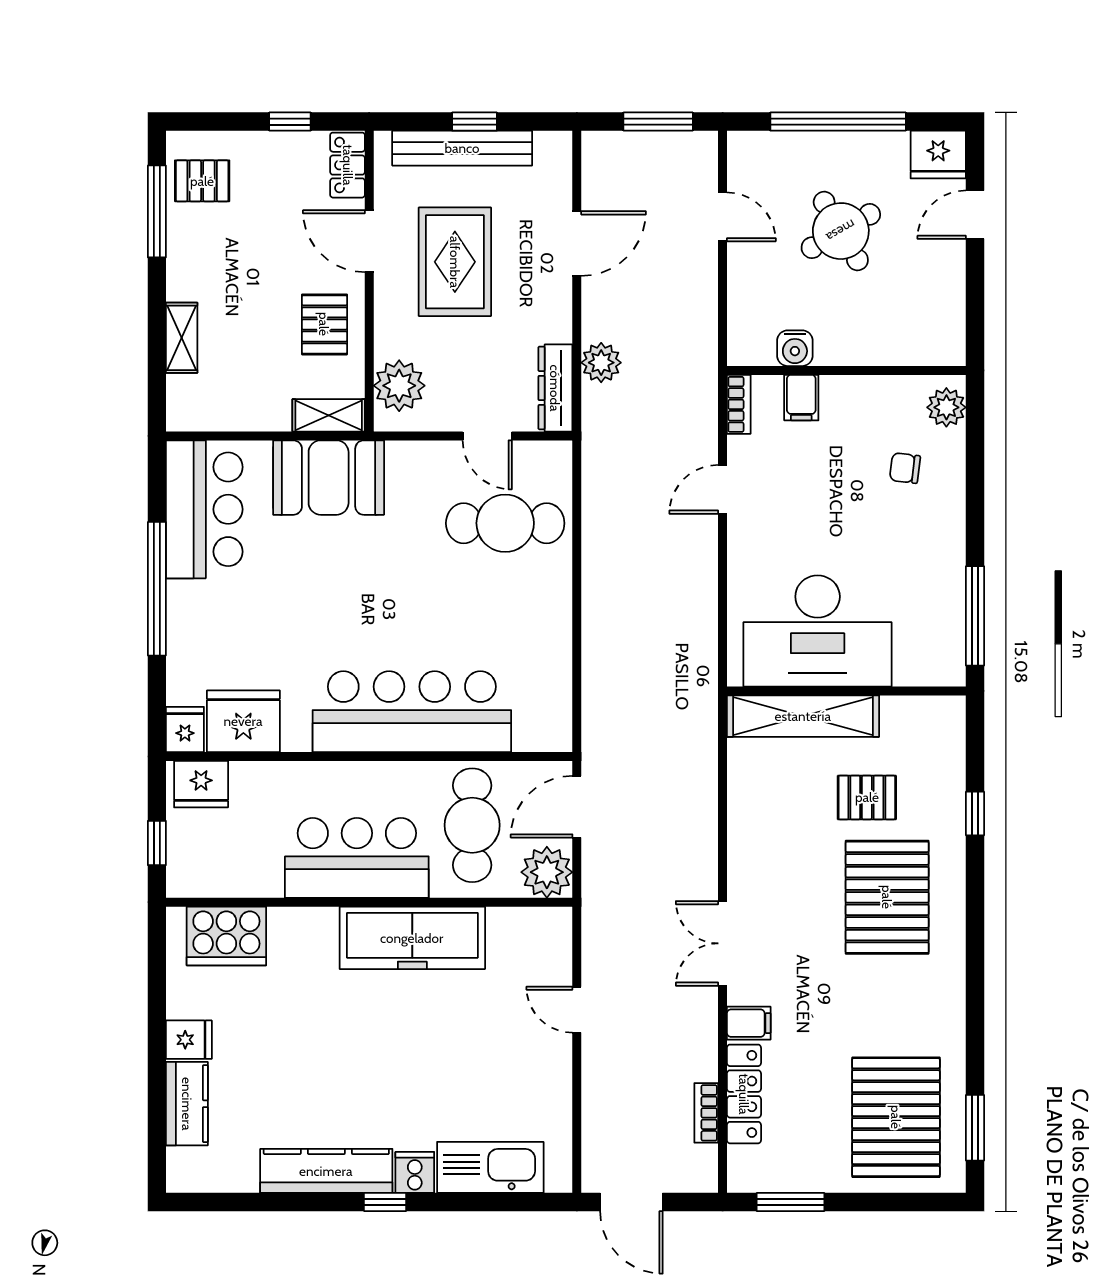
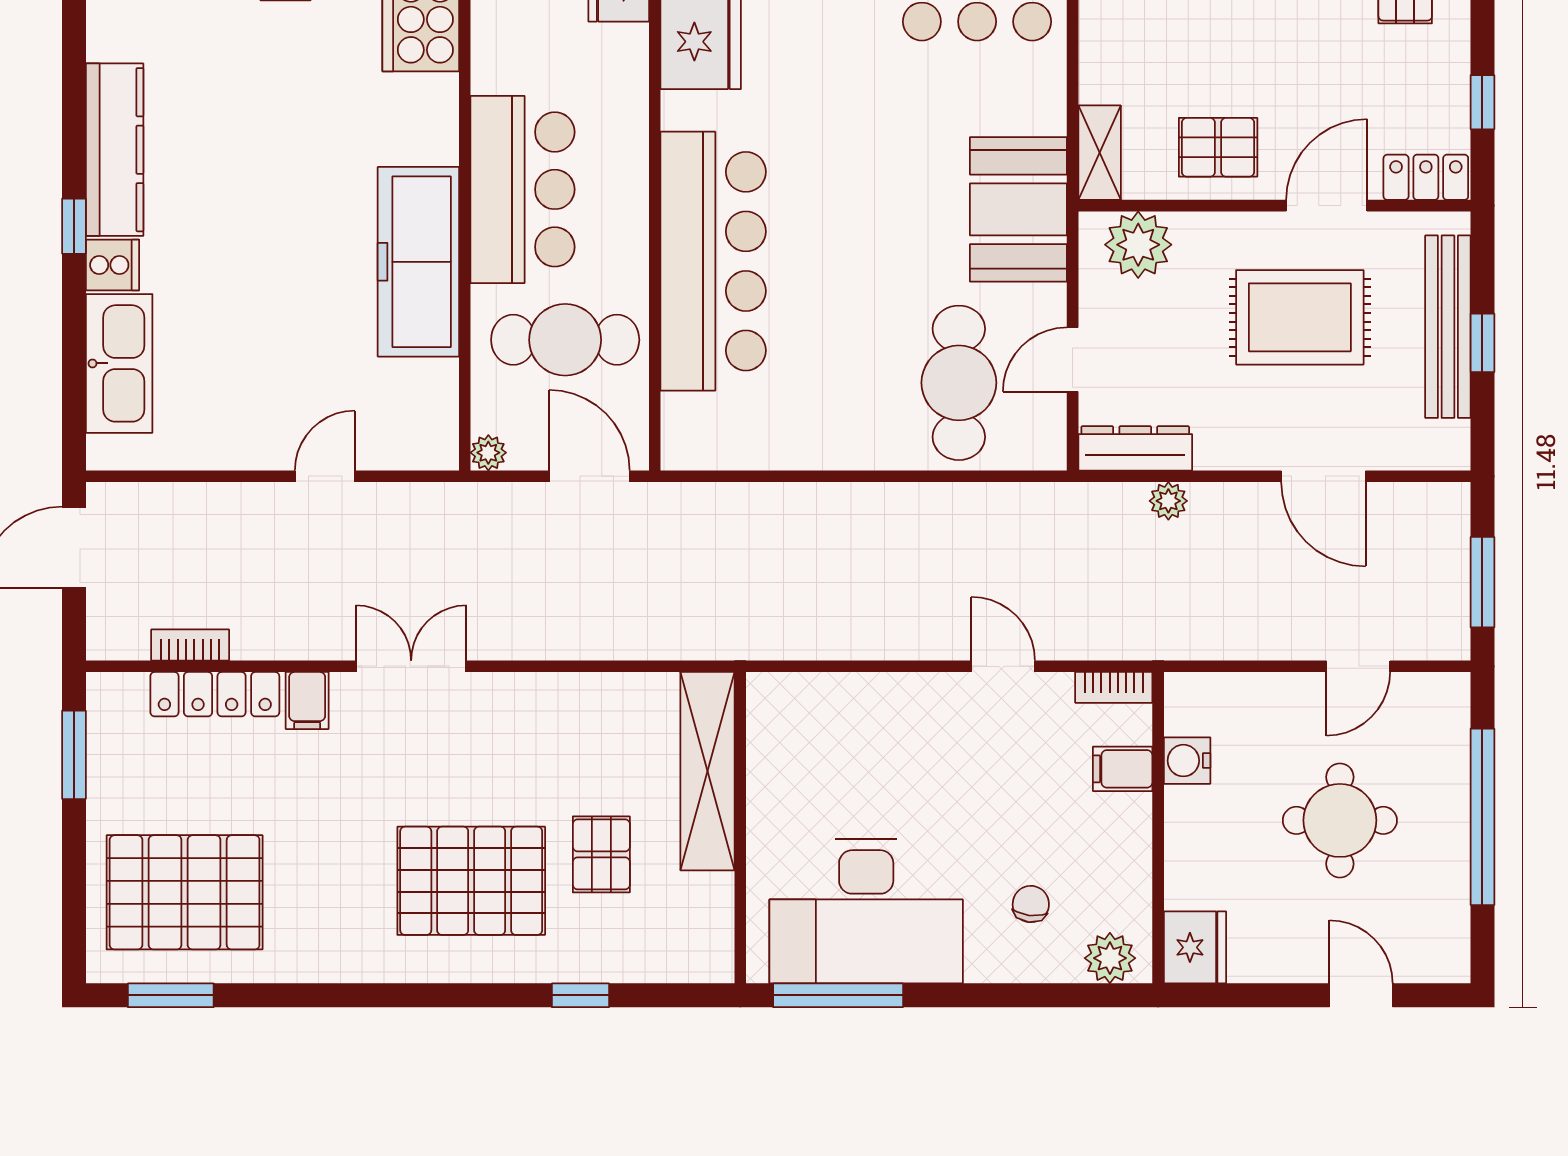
fridge: (938, 155) -> (1195, 947), moved, turned 180
round table: (841, 231) -> (1340, 820), turned 30
plant: (601, 363) -> (1168, 501), width x0.73, depth x0.73
booth: (329, 478) -> (1018, 209), moved
desk: (818, 631) -> (866, 911), moved, turned -90
plant: (547, 872) -> (488, 453), width x0.53, depth x0.53

